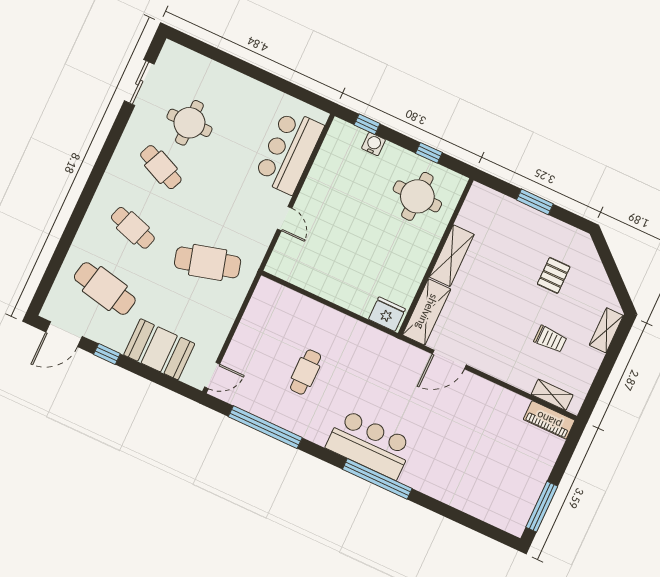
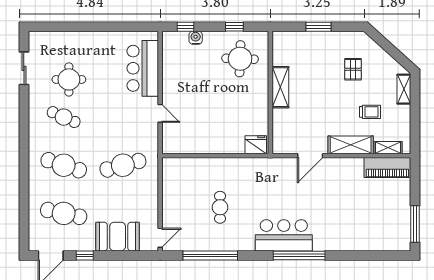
cafe table: (133, 228) -> (64, 165), width x1.37, depth x1.35
shelving: (427, 312) -> (351, 145), moved, turned 90
piano: (549, 420) -> (387, 168), width x1.37, depth x1.33

